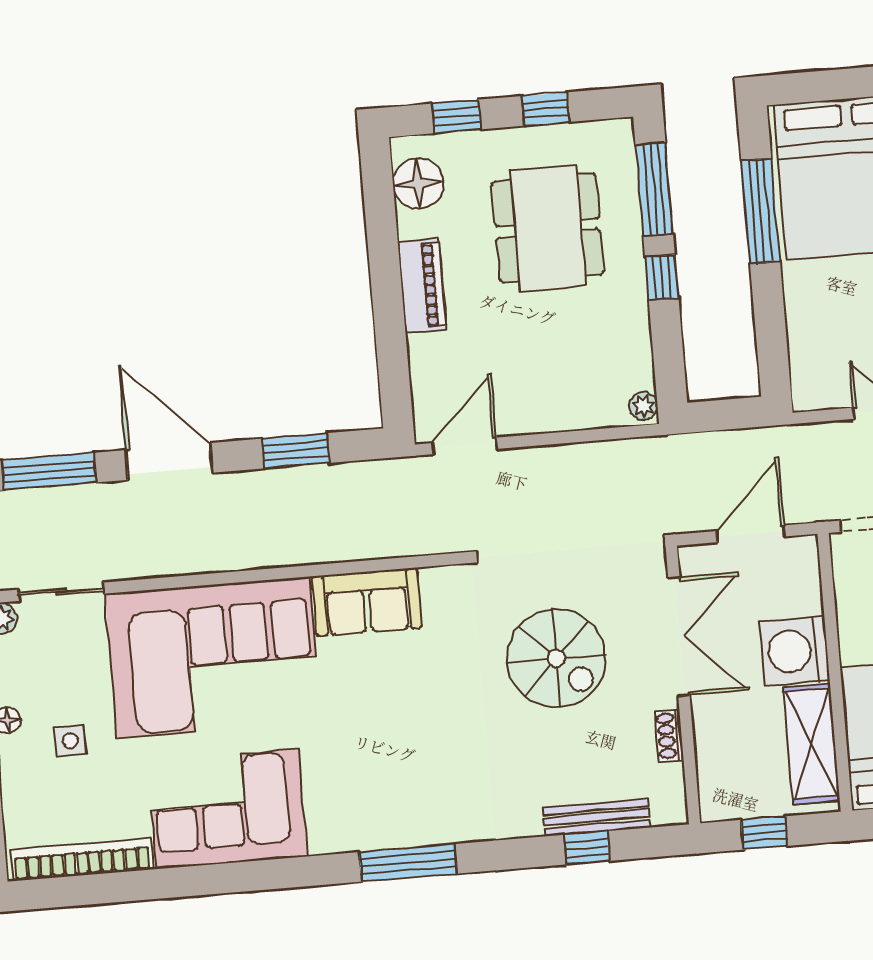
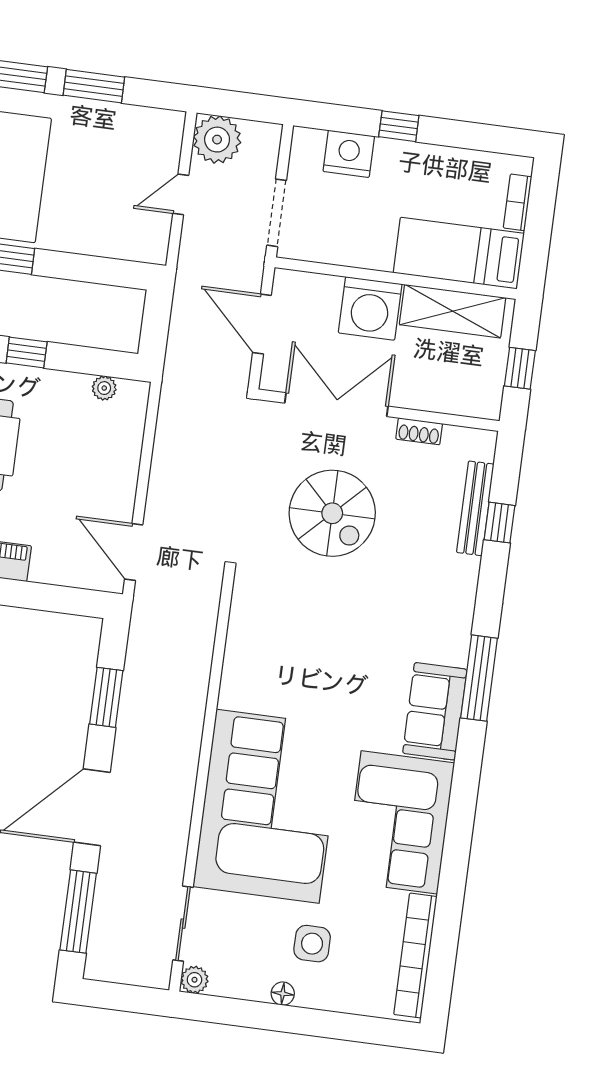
plant: (644, 406) -> (104, 388), moved
sofa: (367, 602) -> (435, 711), moved, turned 180
spiral stairs: (556, 658) -> (332, 513), turned 90
side table: (70, 741) -> (312, 944), width x1.37, depth x1.37

